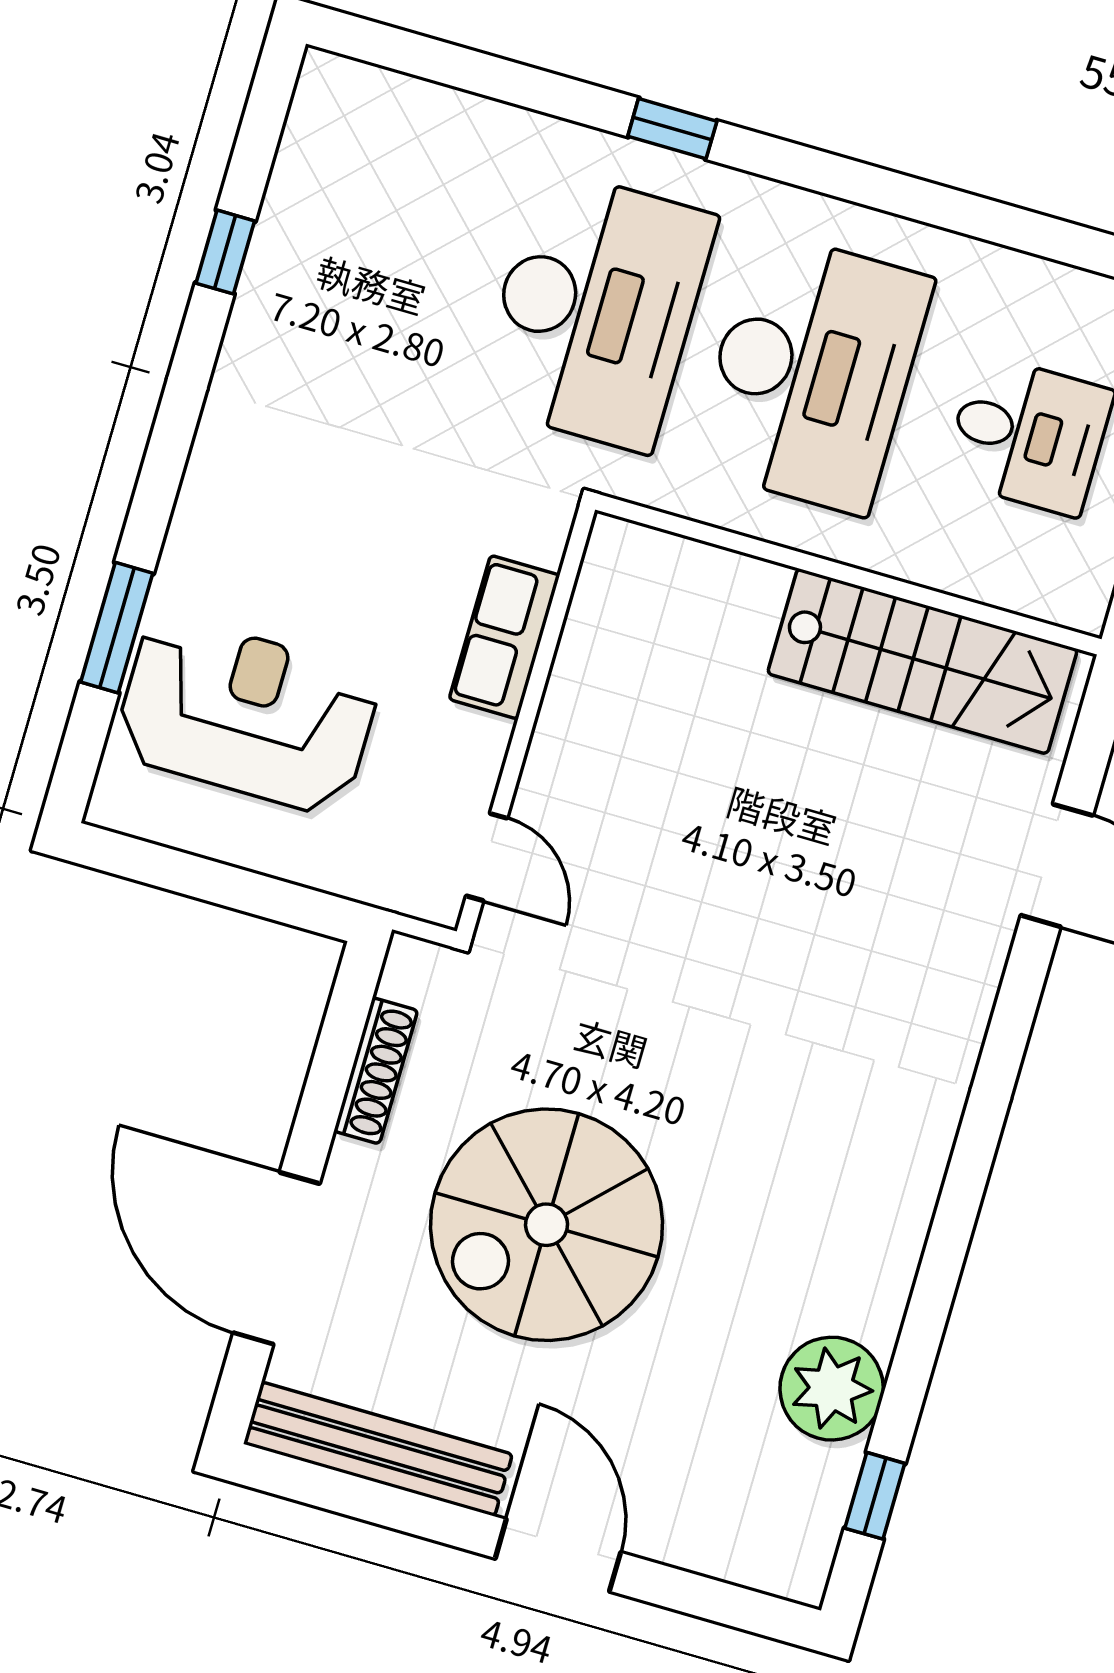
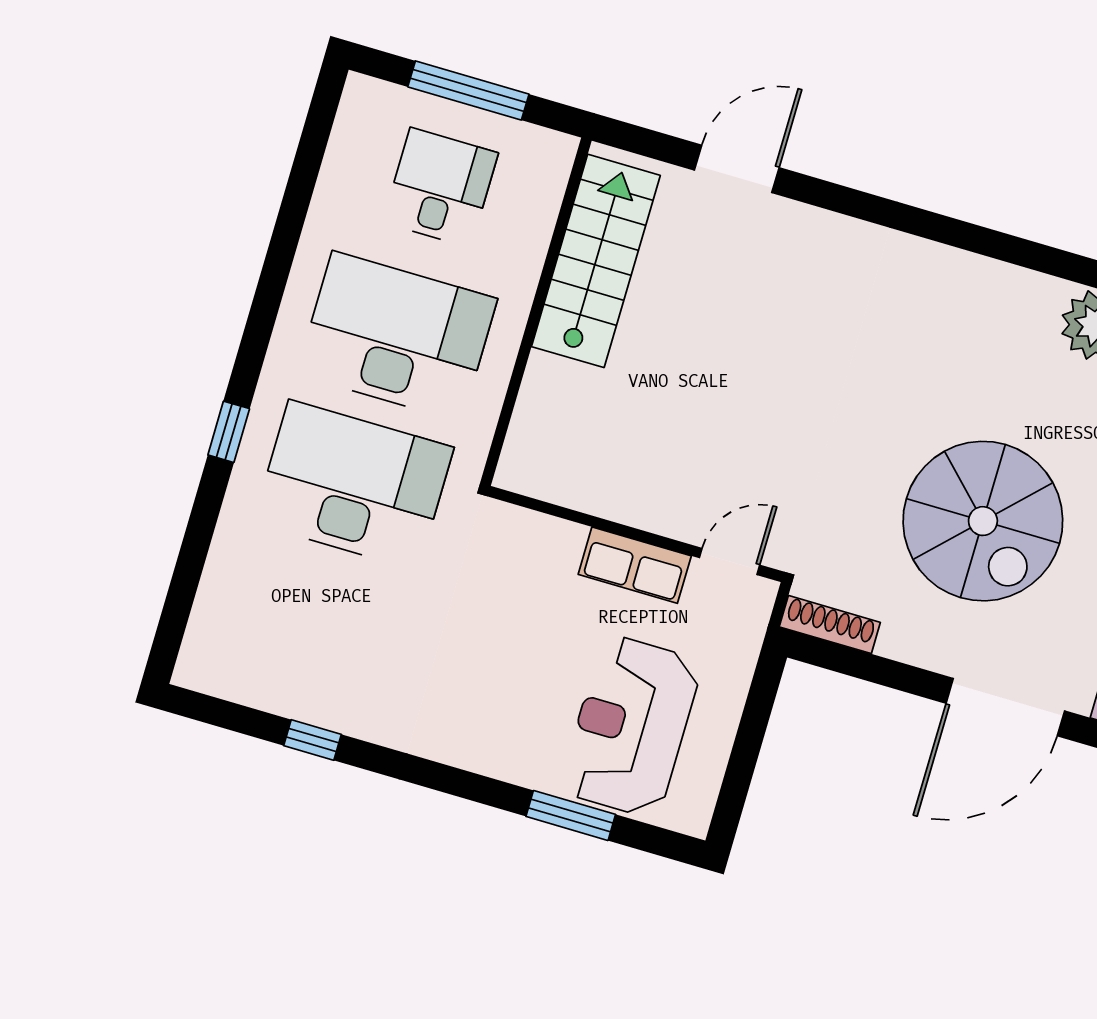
row of seats: (504, 637) -> (635, 565), moved
shoe rack: (376, 1071) -> (830, 625), moved

